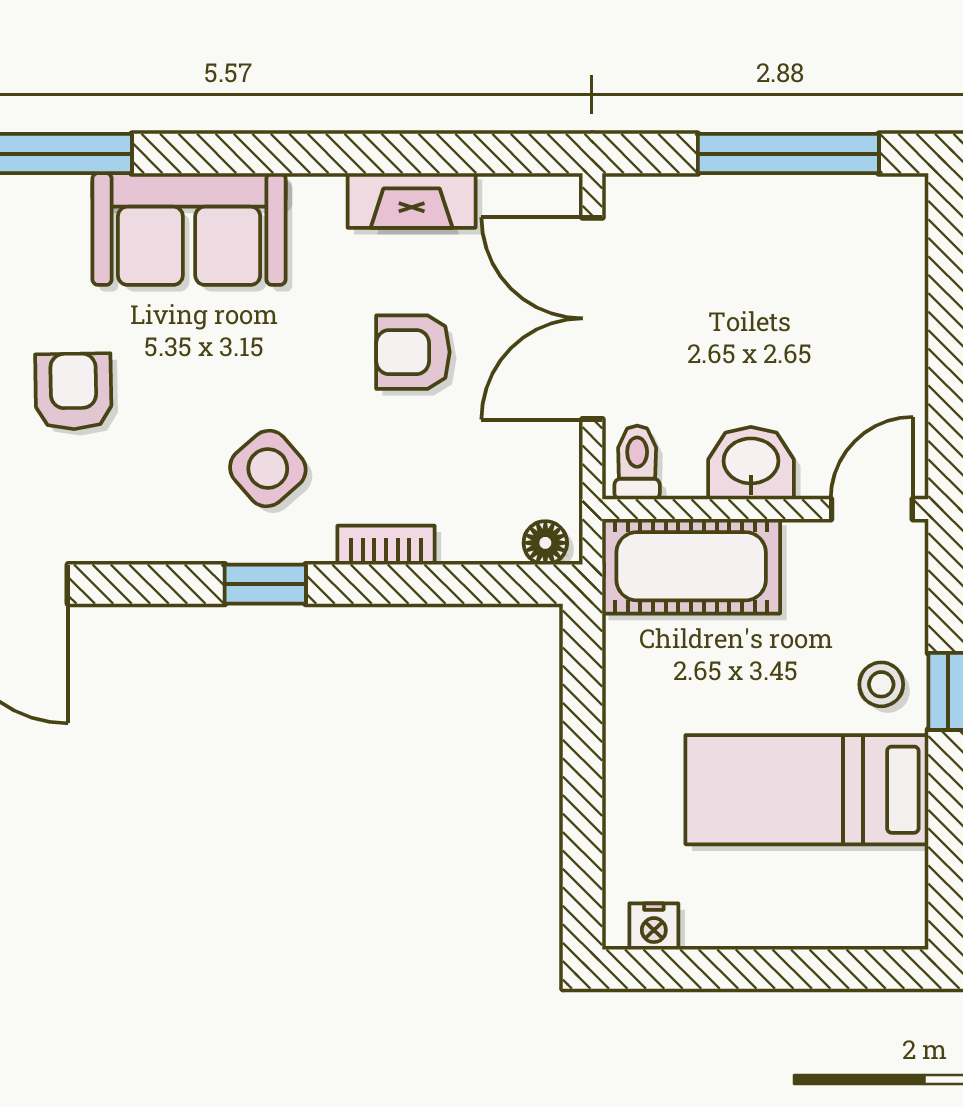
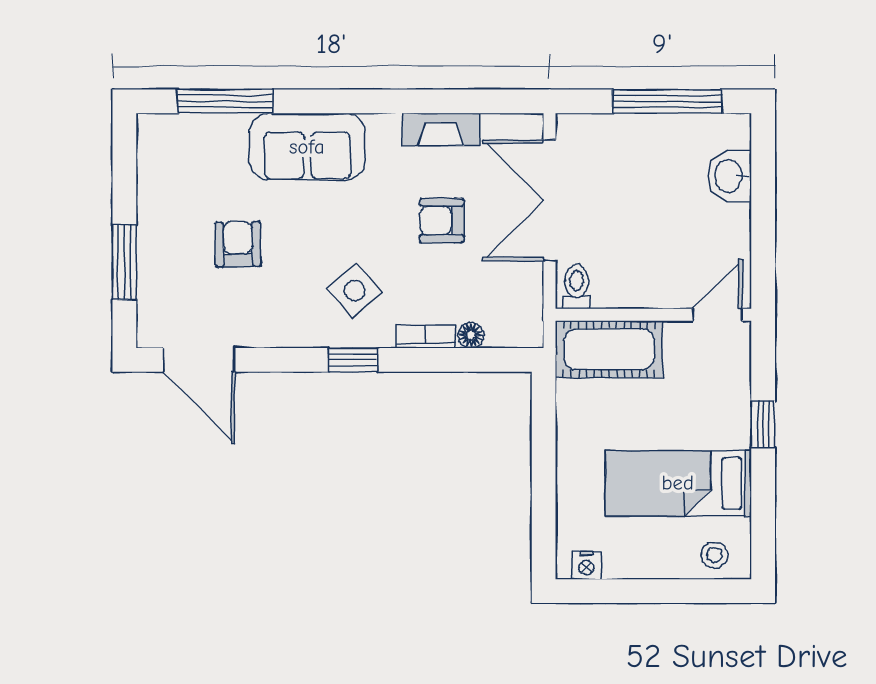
washbasin: (751, 463) -> (730, 176), moved, turned -90
floor lamp: (545, 543) -> (471, 335), moved
stool: (881, 684) -> (714, 555), moved

